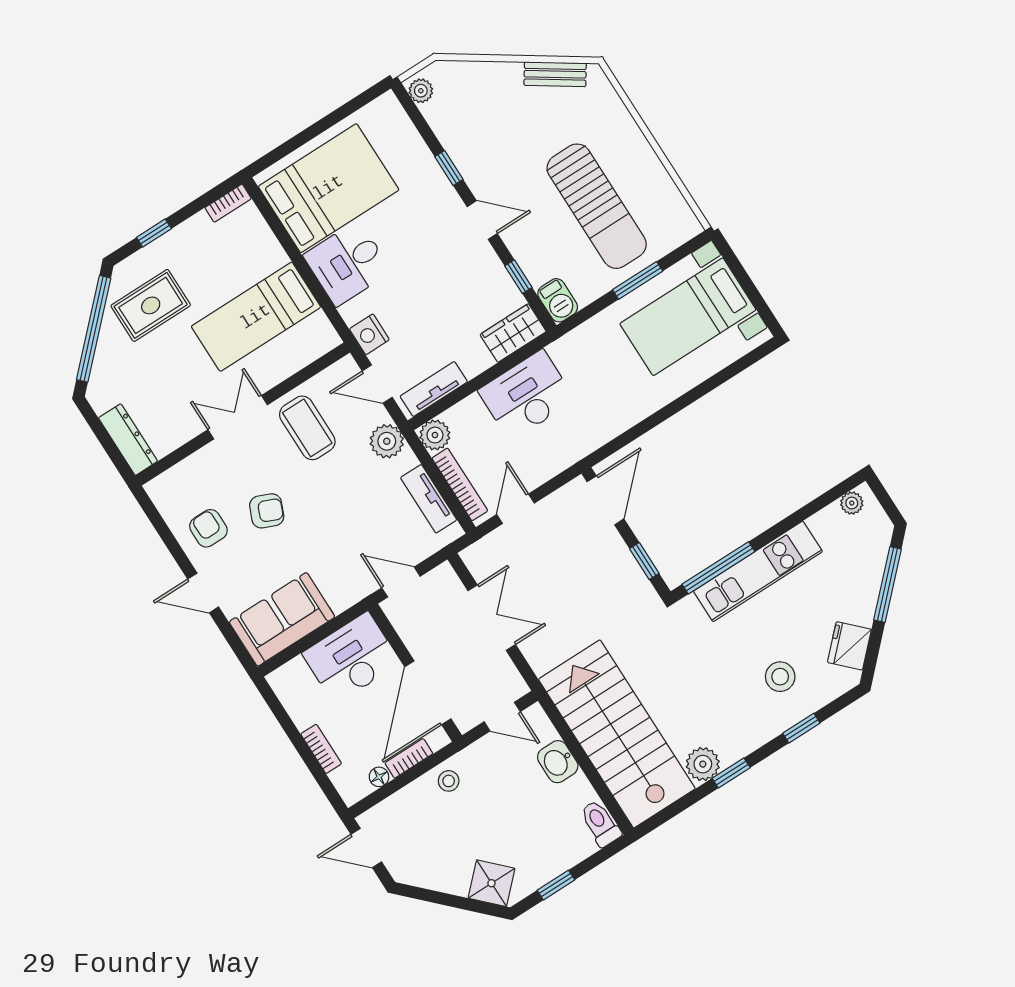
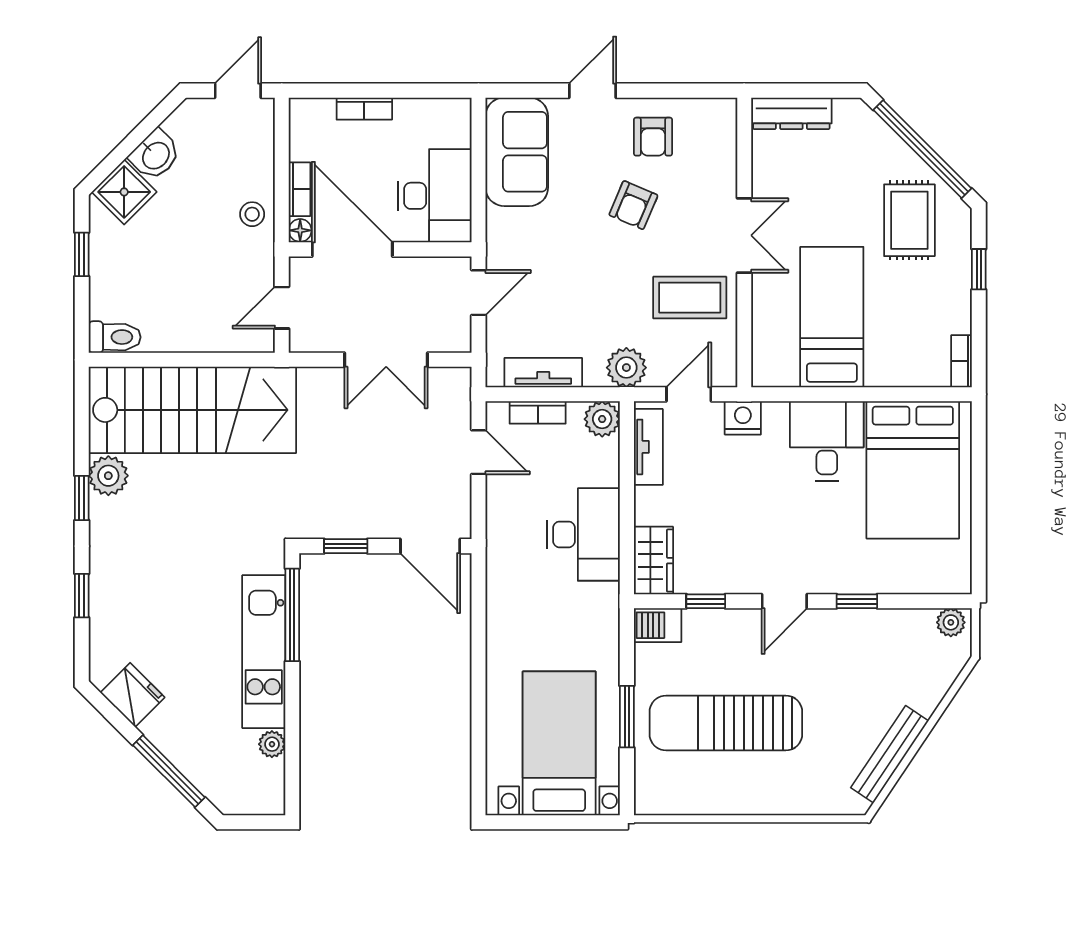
bench: (555, 74) -> (890, 754), width x1.36
bookcase: (460, 484) -> (538, 412), width x0.64
plant: (852, 503) -> (272, 744), moved
armchair: (208, 528) -> (653, 137), turned 90
stool: (780, 677) -> (146, 607), removed
washbasin: (558, 762) -> (155, 155), moved, turned 135
floor lamp: (379, 777) -> (300, 230), moved

